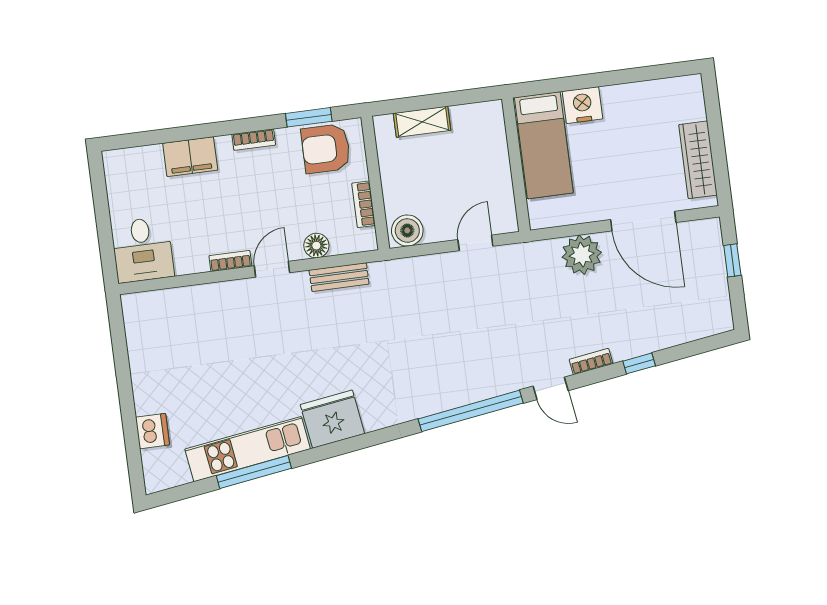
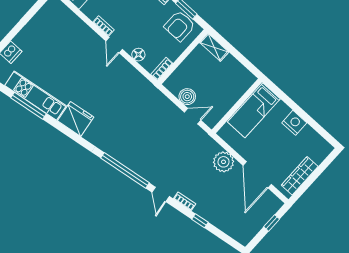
nightstand: (582, 105) -> (294, 123), moved
shelving: (422, 122) -> (214, 47), moved
armchair: (326, 149) -> (180, 26), turned -90
bookcase: (363, 204) -> (162, 69), moved
boiler: (407, 230) -> (187, 97), moved
door: (272, 269) -> (114, 45), swing flipped
bench: (339, 277) -> (134, 74), removed

